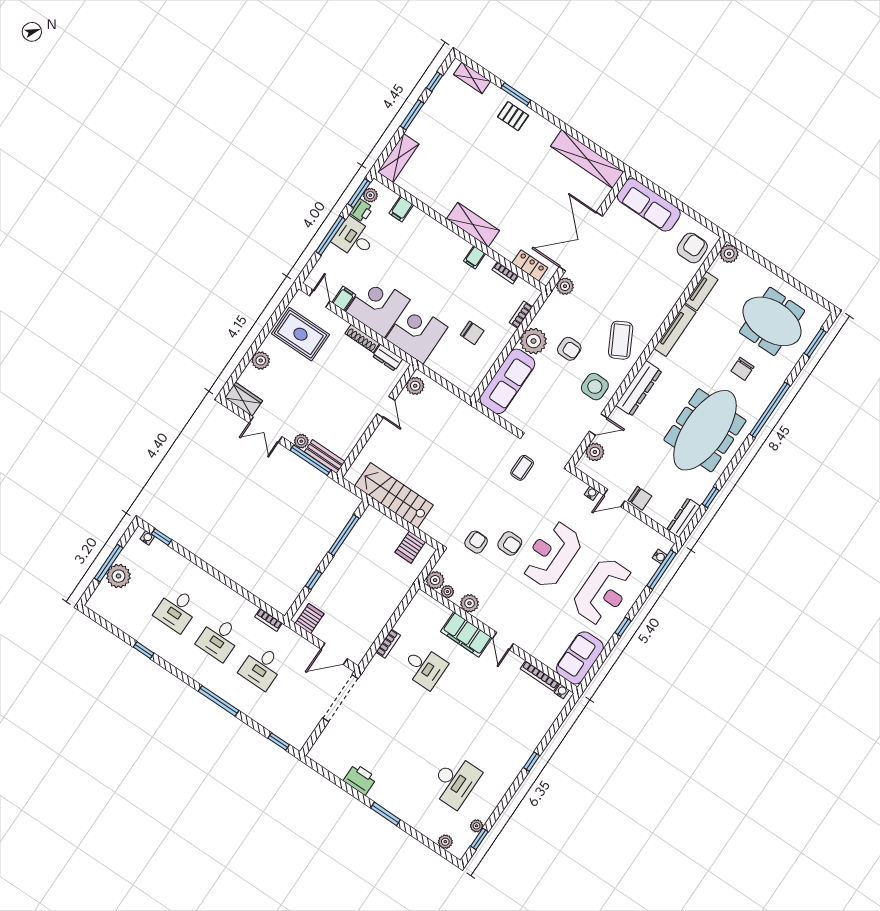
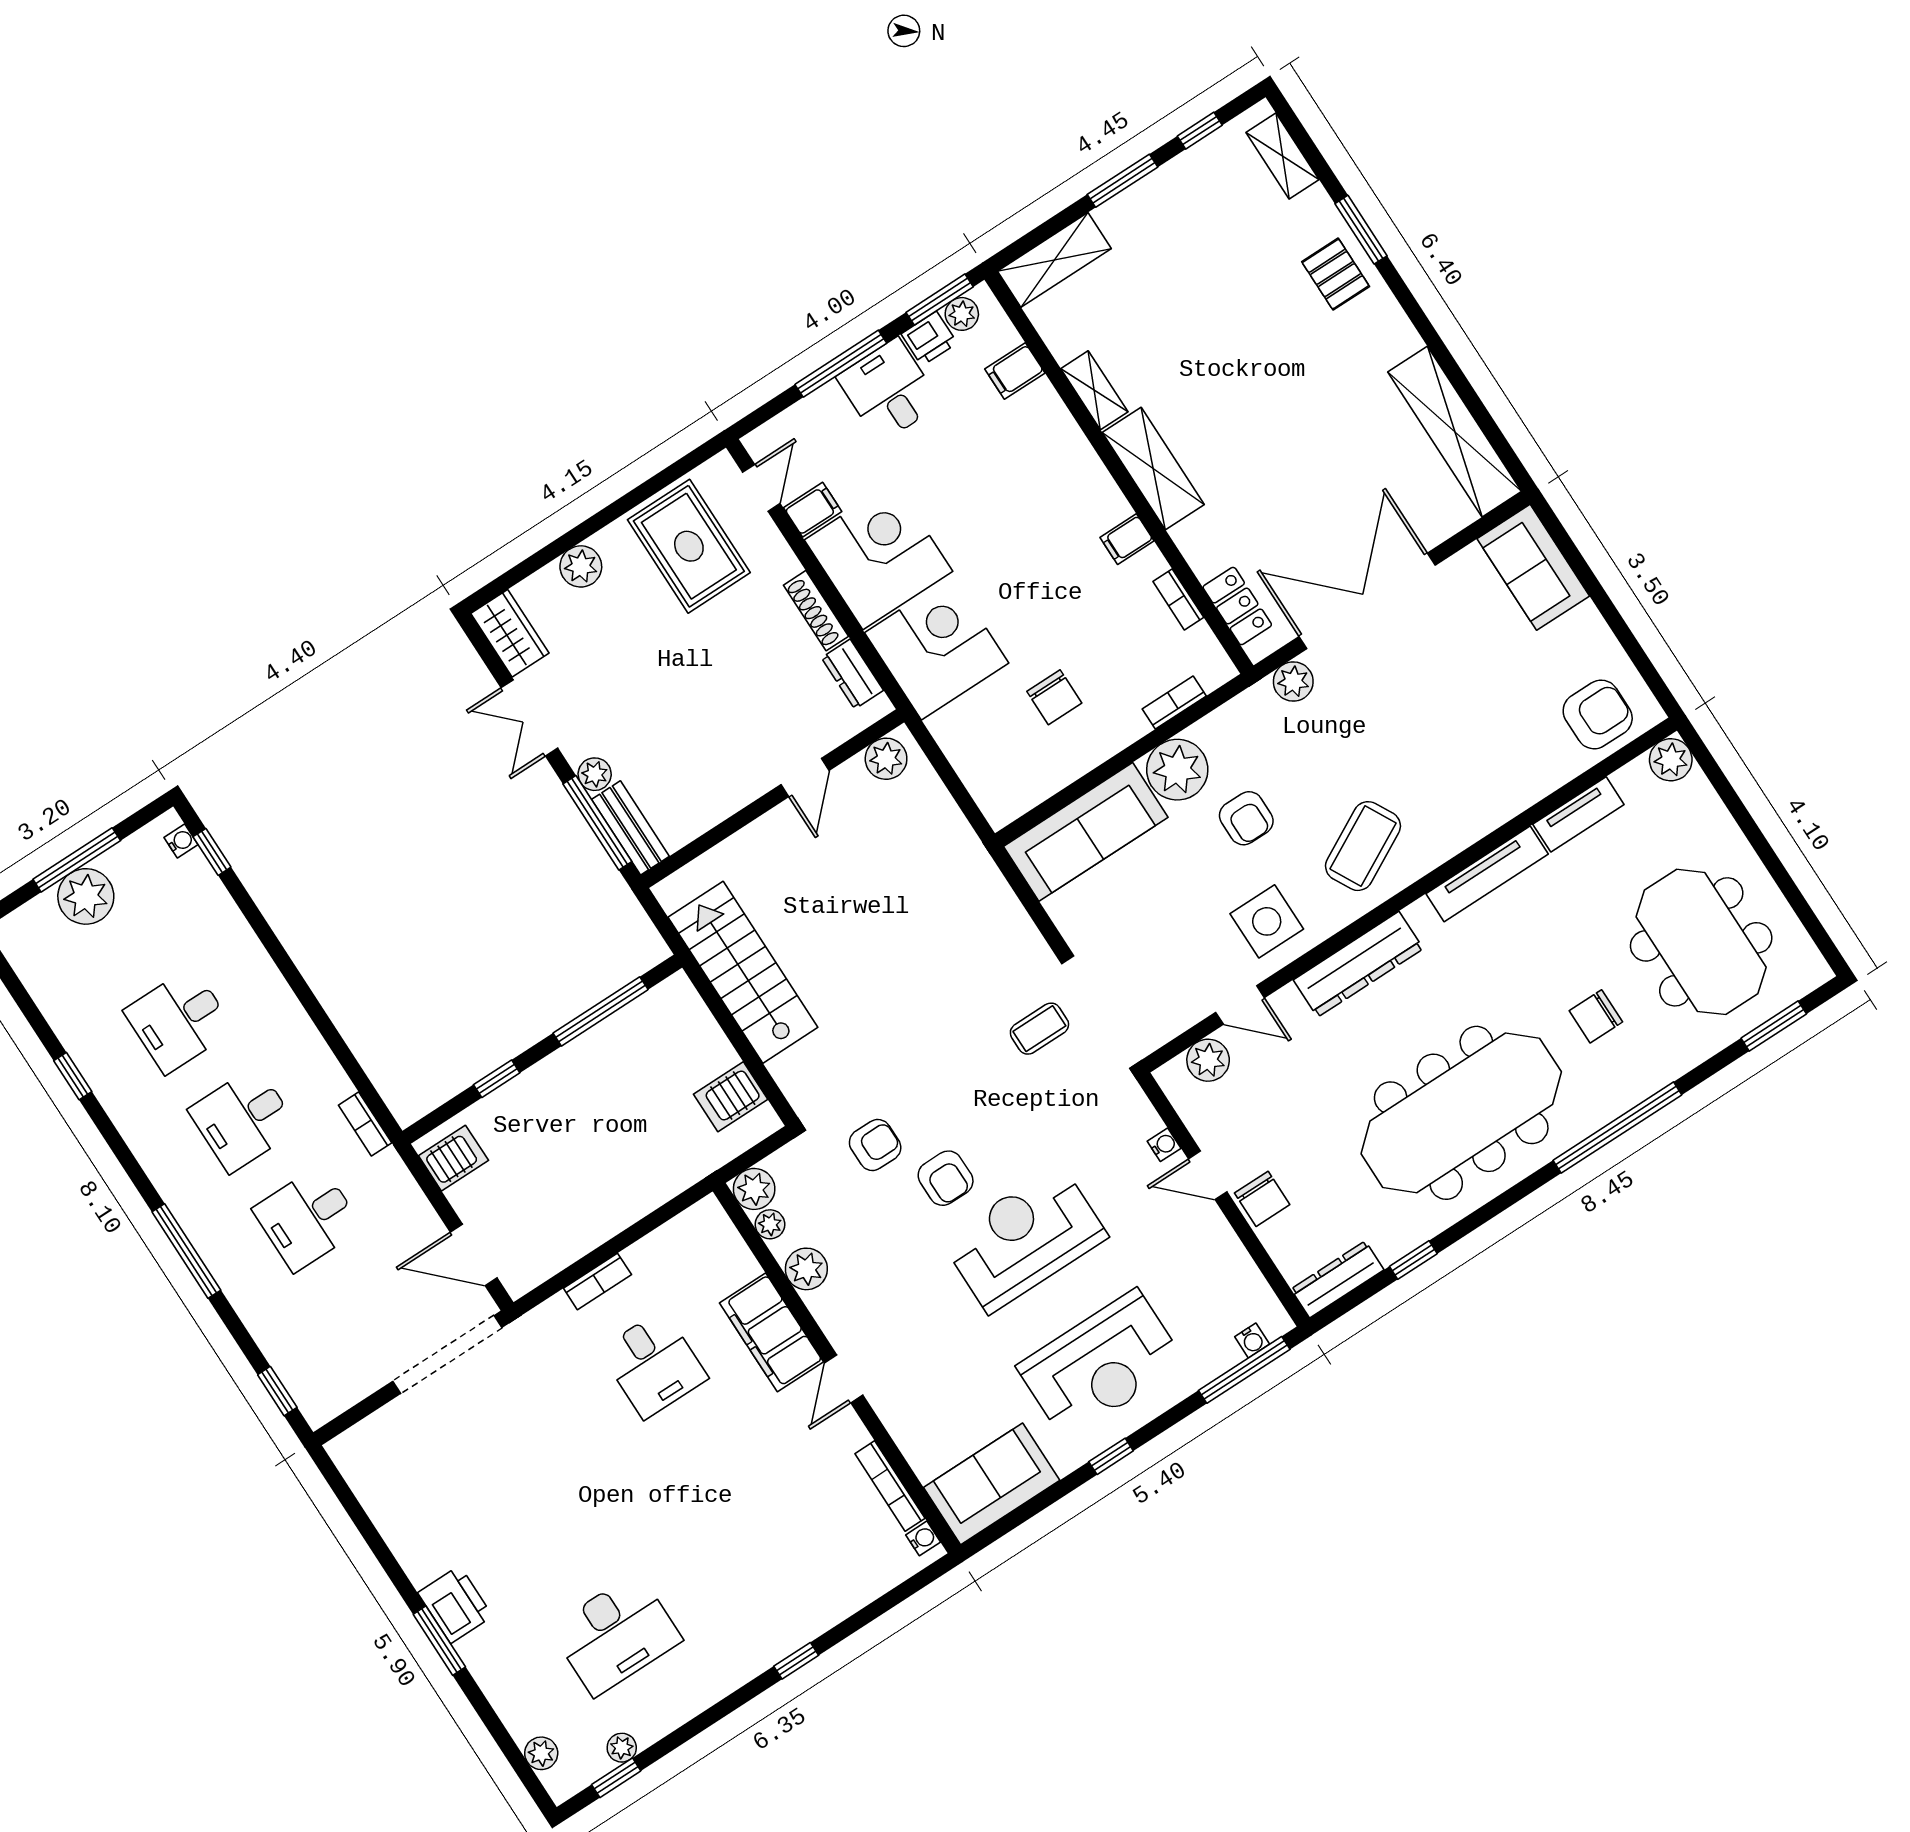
shelving: (436, 203) -> (1094, 390), added
sofa: (649, 205) -> (1533, 567), width x0.73
printer: (360, 779) -> (455, 1604), moved

